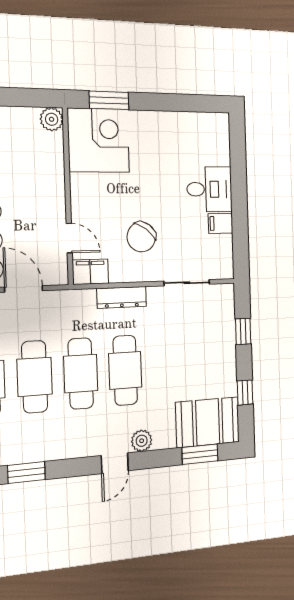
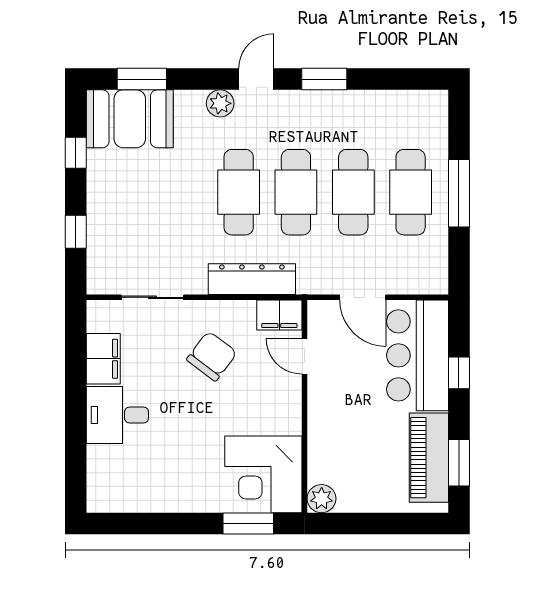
filing cabinet: (221, 223) -> (103, 359), width x2.00
dresser: (122, 297) -> (252, 279), width x1.37, depth x1.24
window: (26, 473) -> (324, 79), moved

